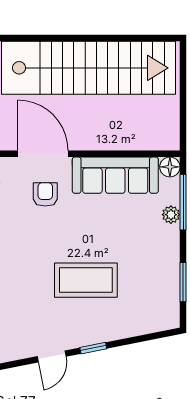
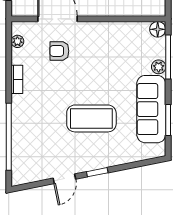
sofa: (115, 175) -> (151, 109), moved, turned 90
armchair: (45, 194) -> (59, 51), turned -90

